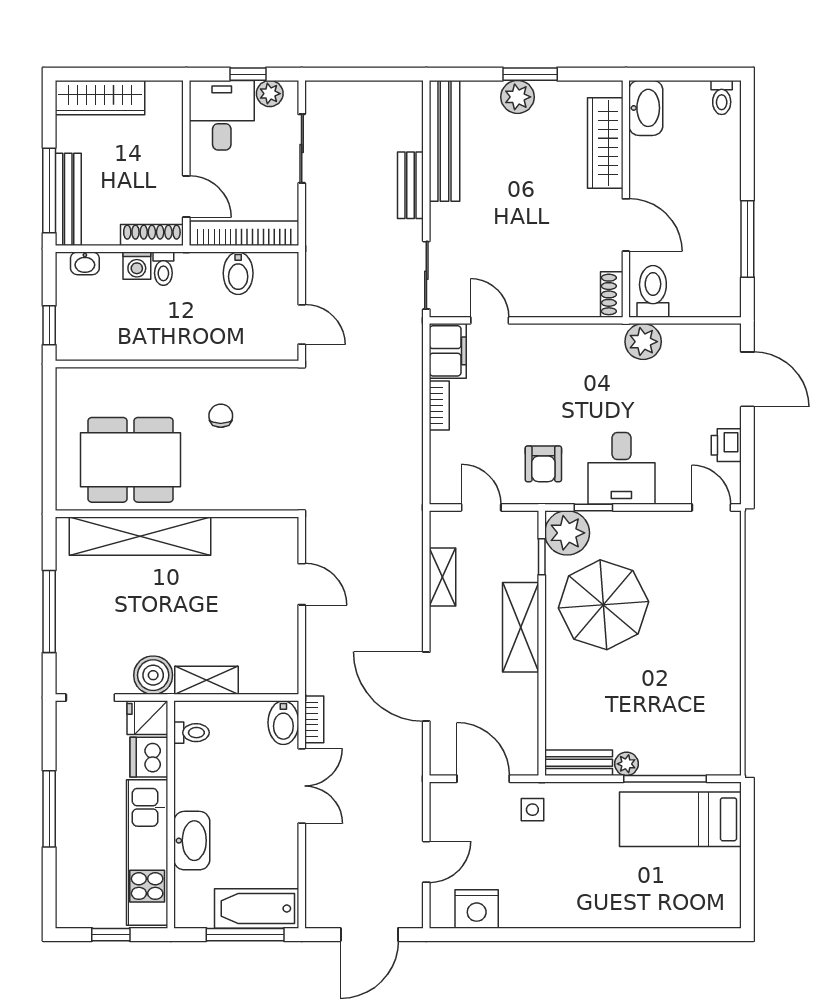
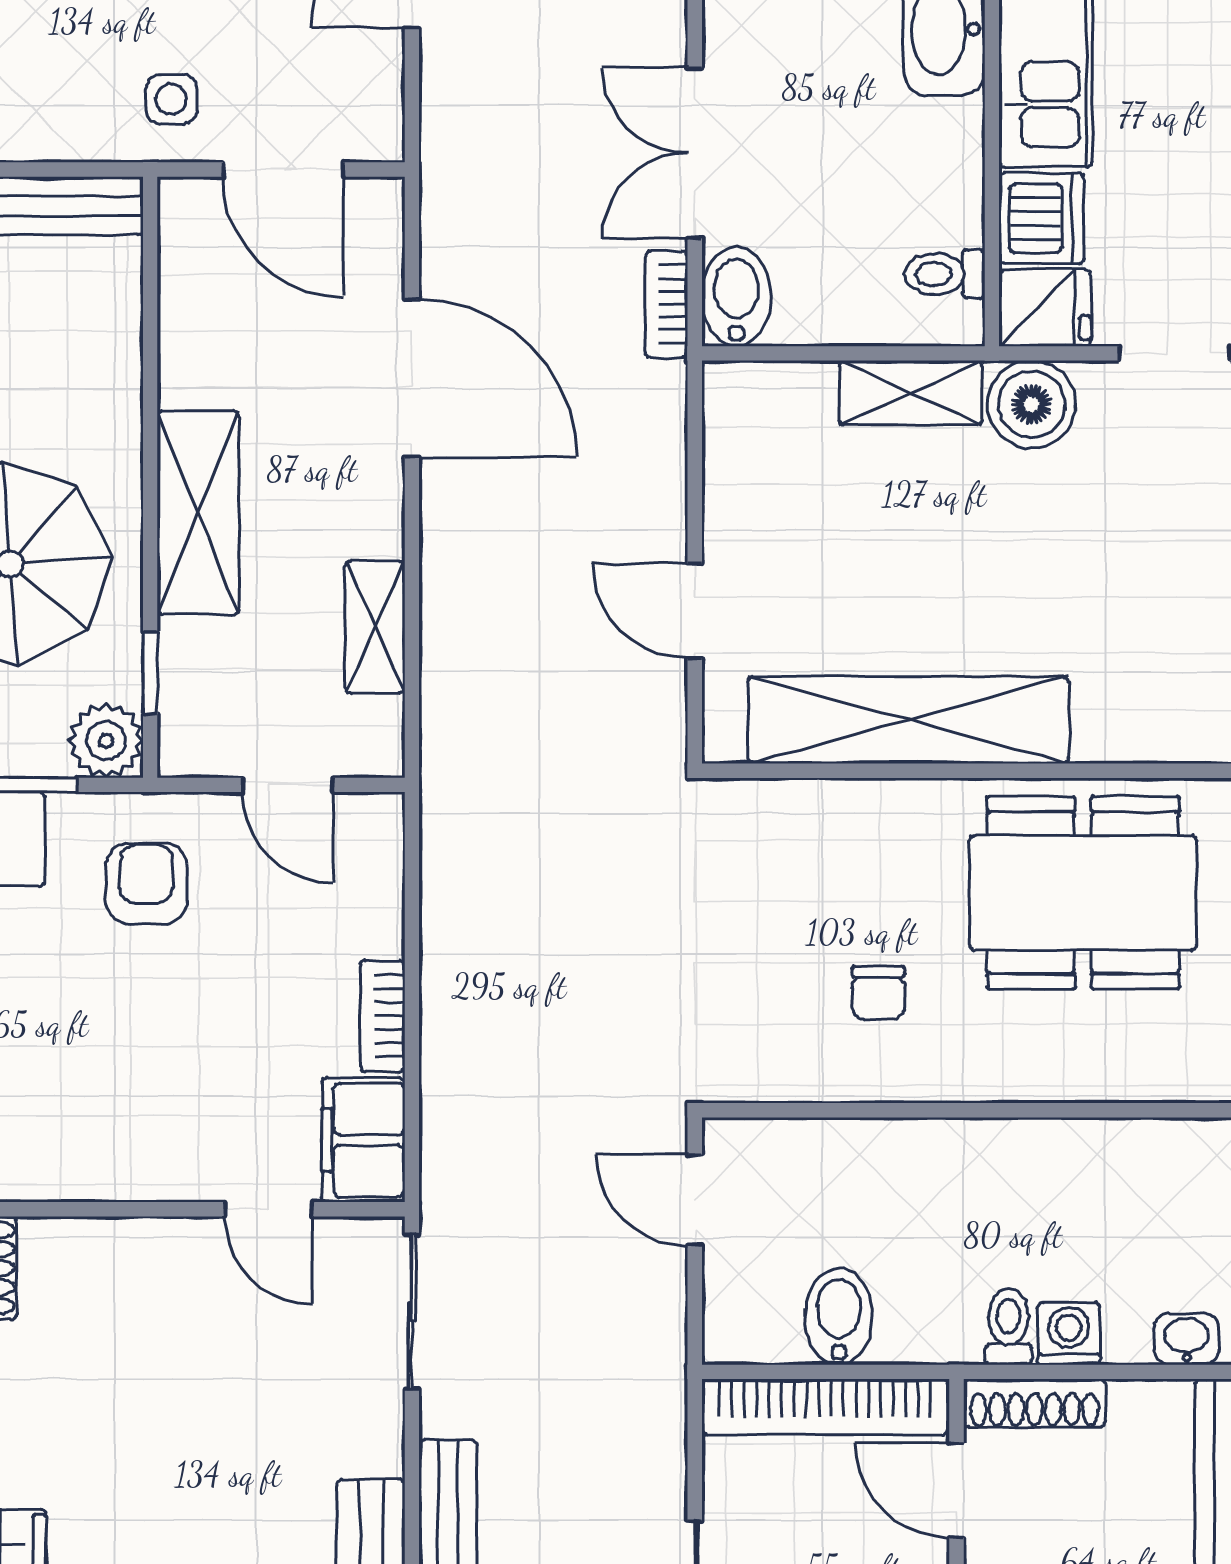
plant: (567, 533) -> (106, 741), width x0.73, depth x0.73
shelving: (140, 536) -> (908, 720), moved

